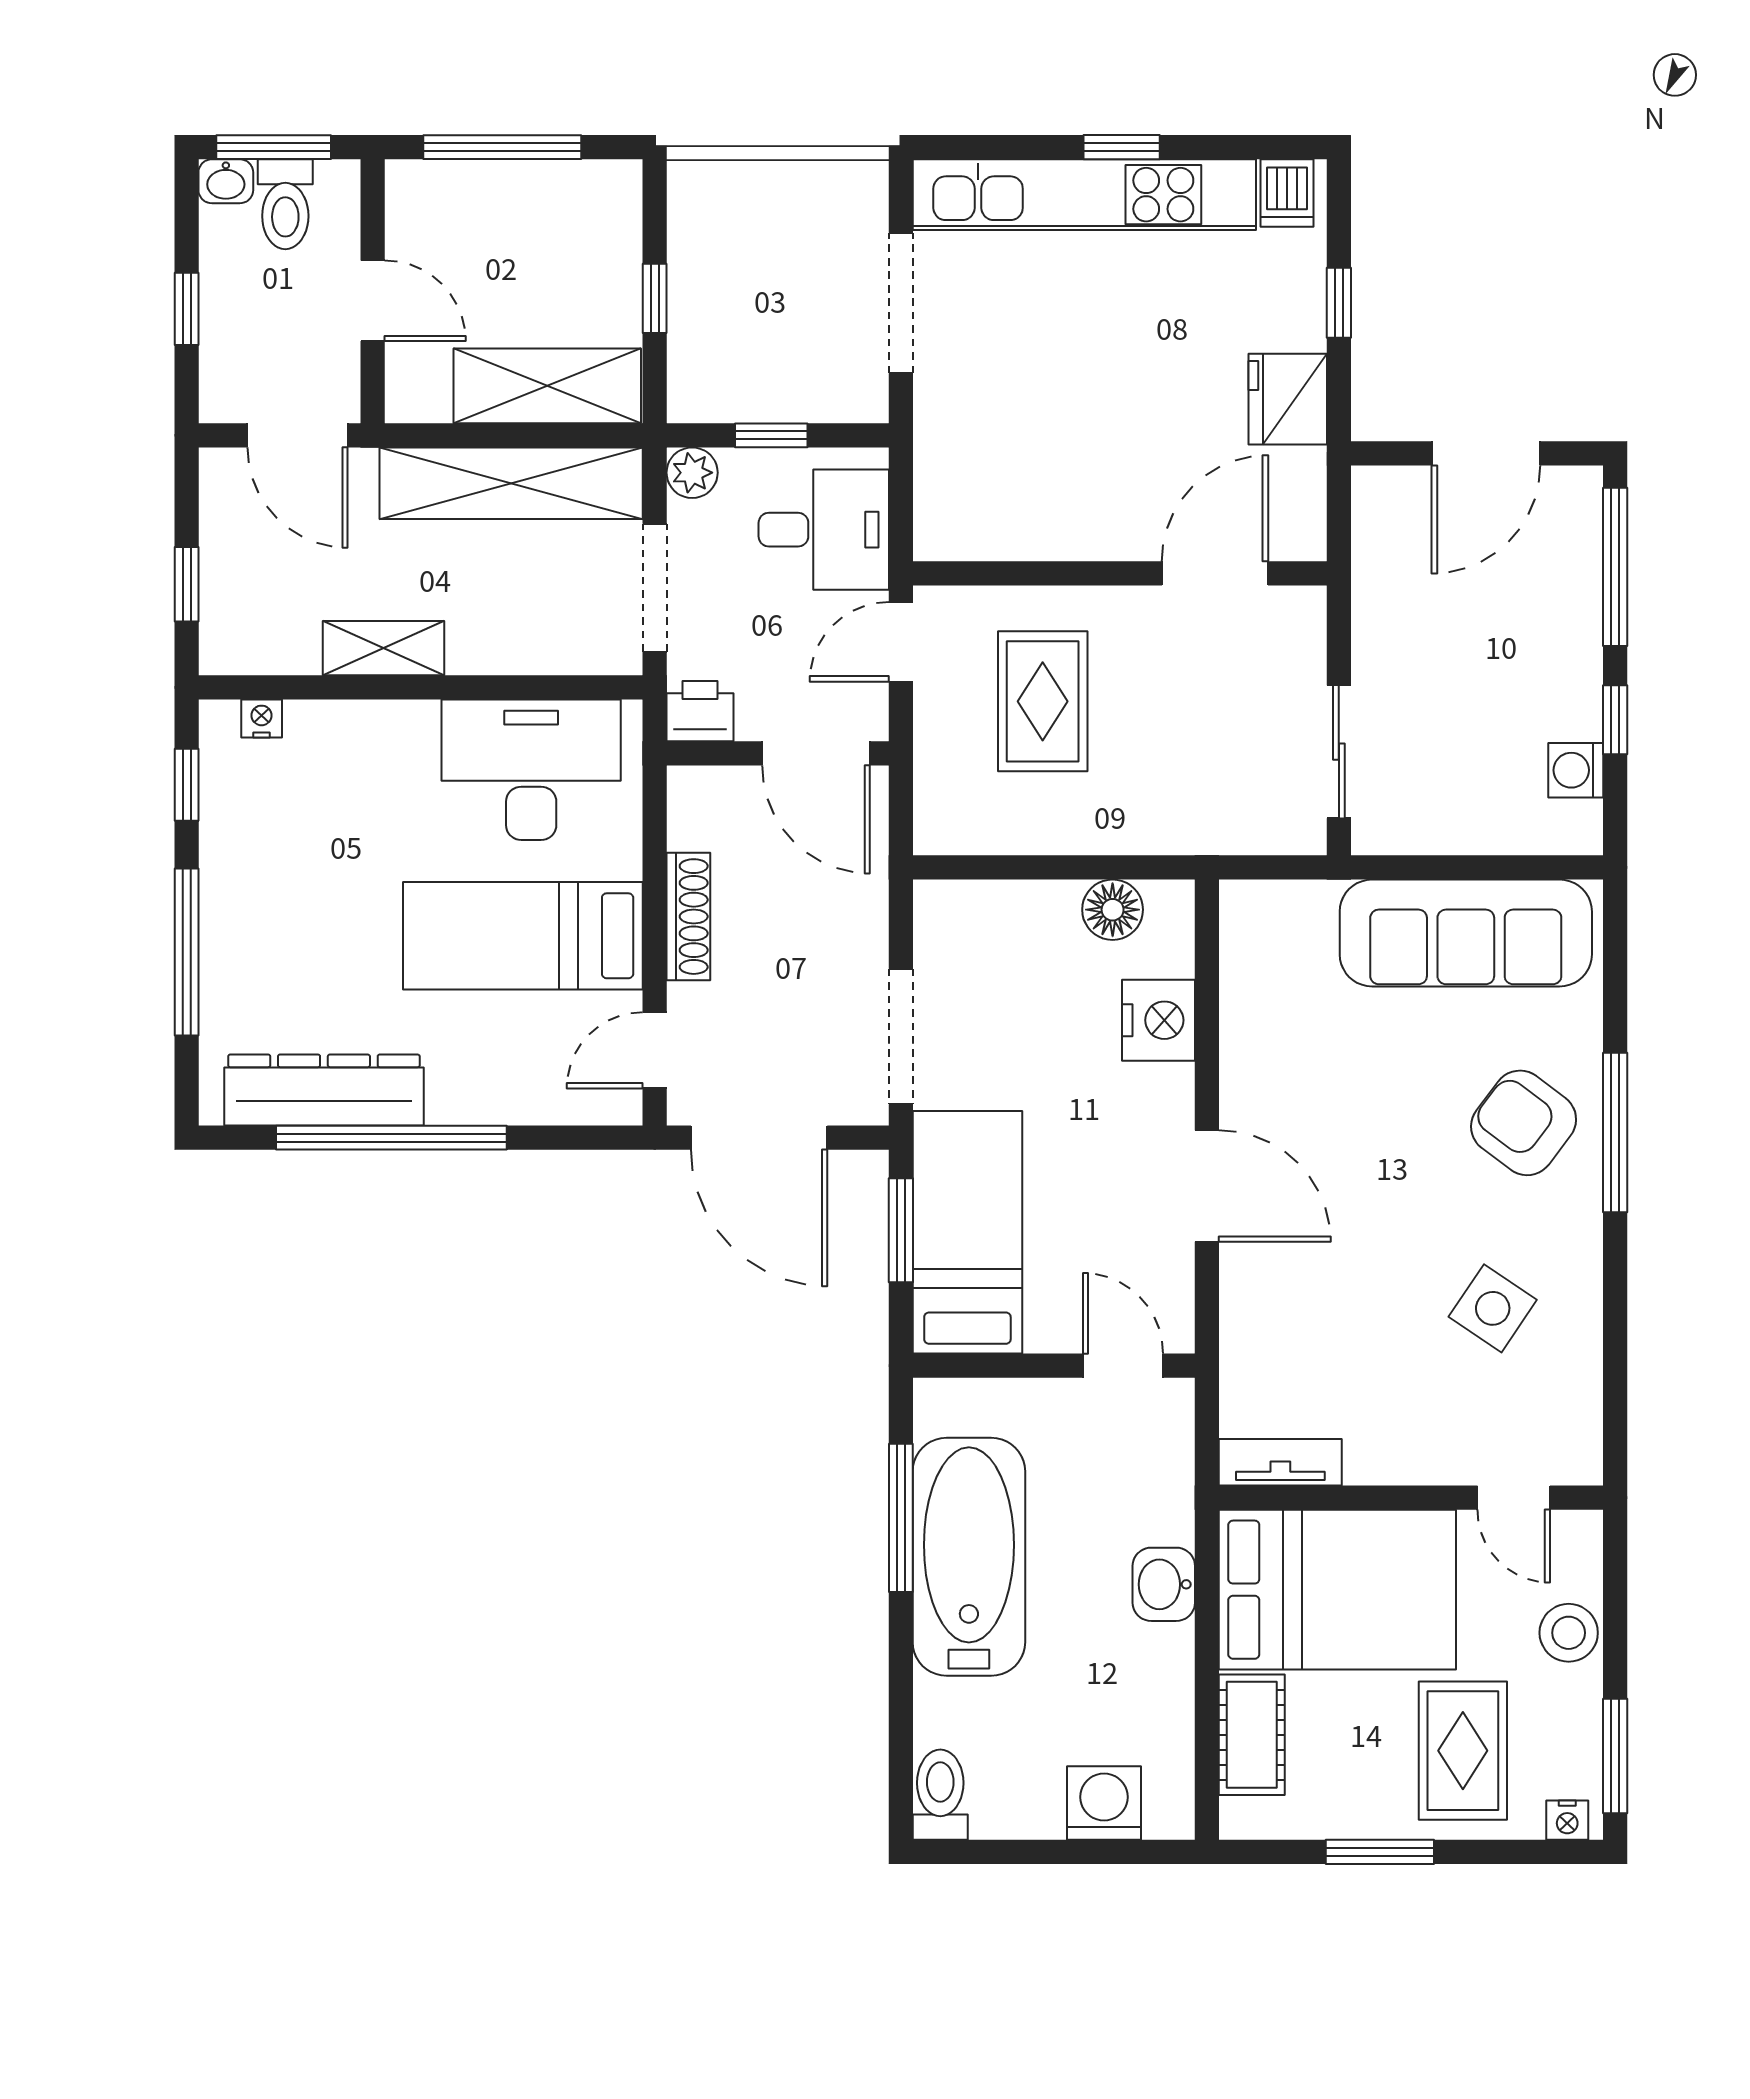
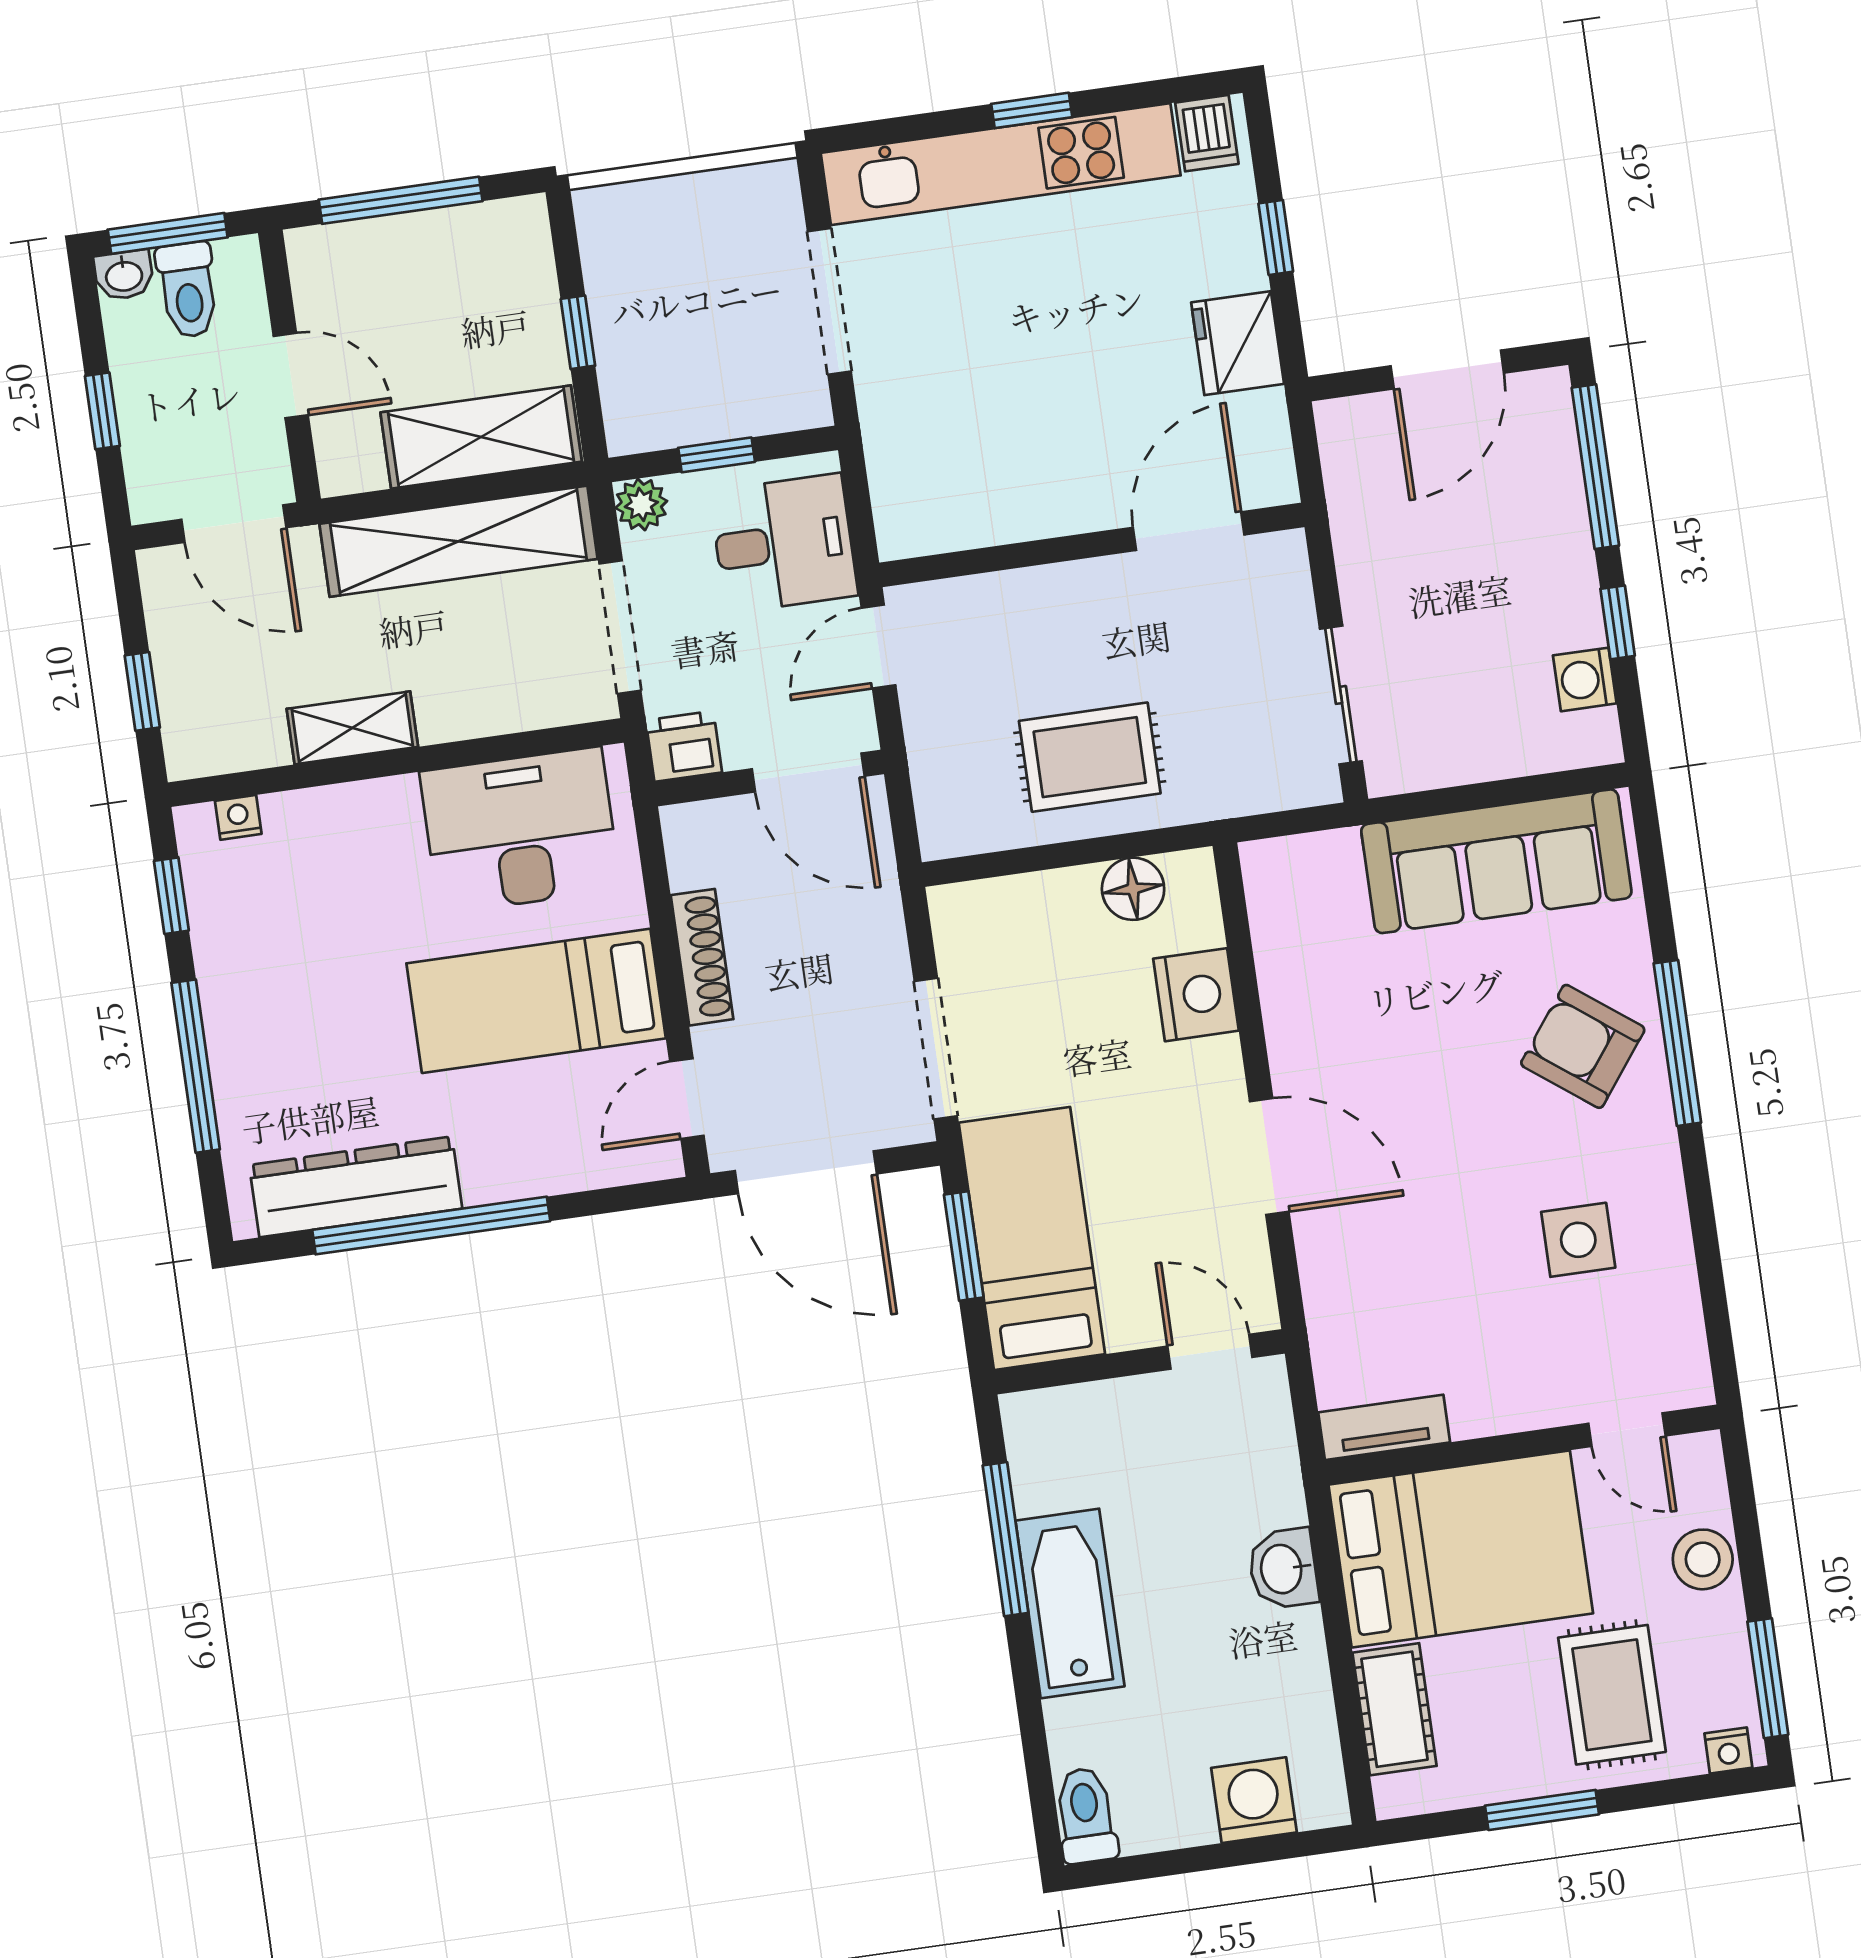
rug: (1043, 701) -> (1090, 757), moved, turned 90
side table: (1493, 1308) -> (1578, 1240), turned -34
bathtub: (969, 1557) -> (1070, 1604), width x0.73, depth x0.73

